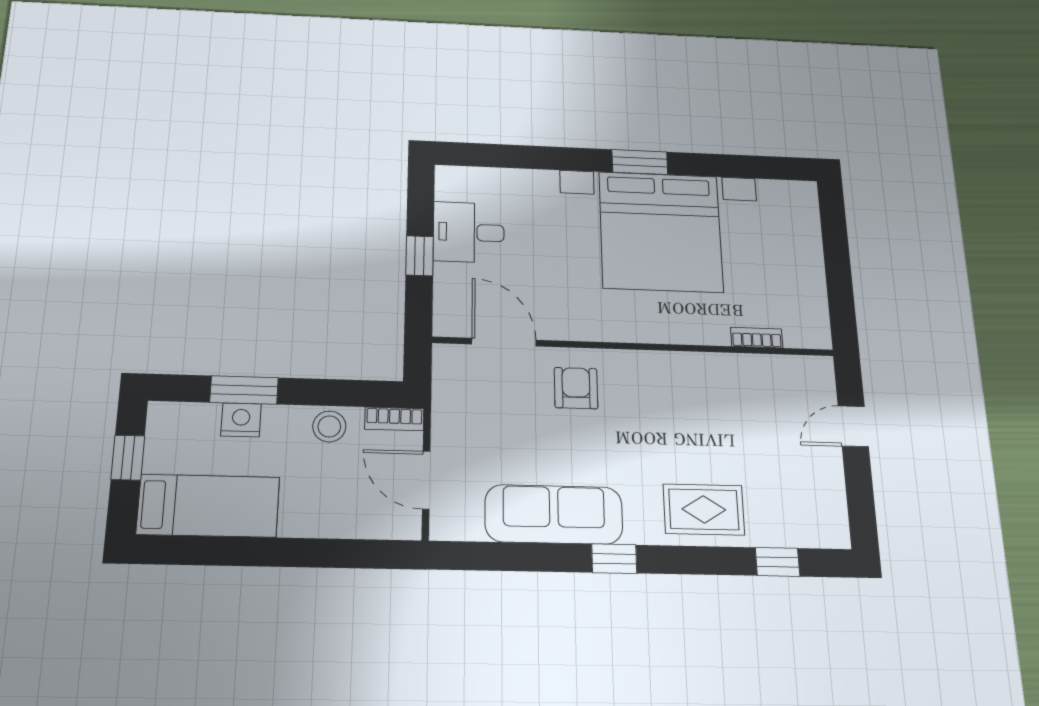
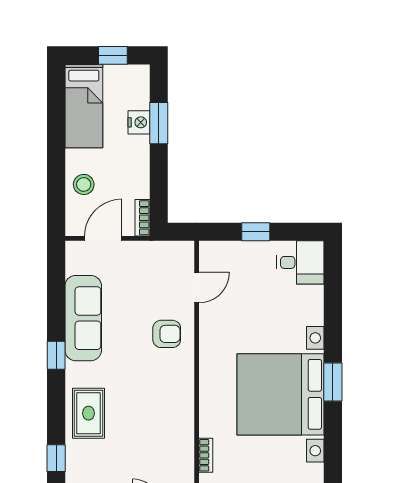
desk: (469, 232) -> (300, 262), moved, turned 90
door: (504, 342) -> (197, 287), width x0.73
stool: (329, 426) -> (84, 184), moved

